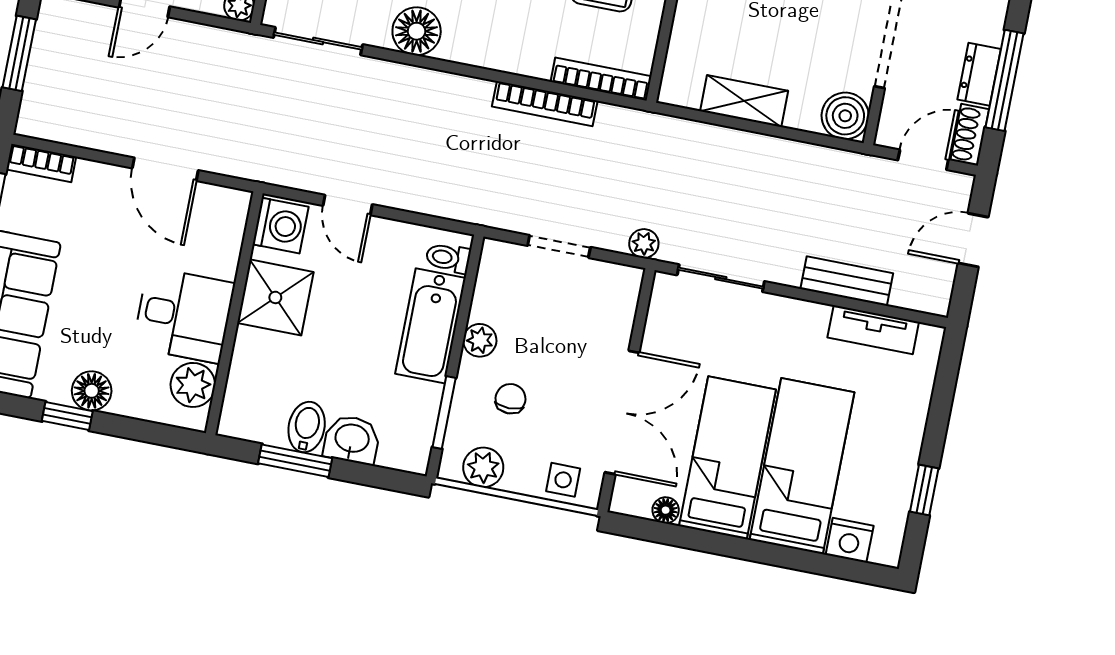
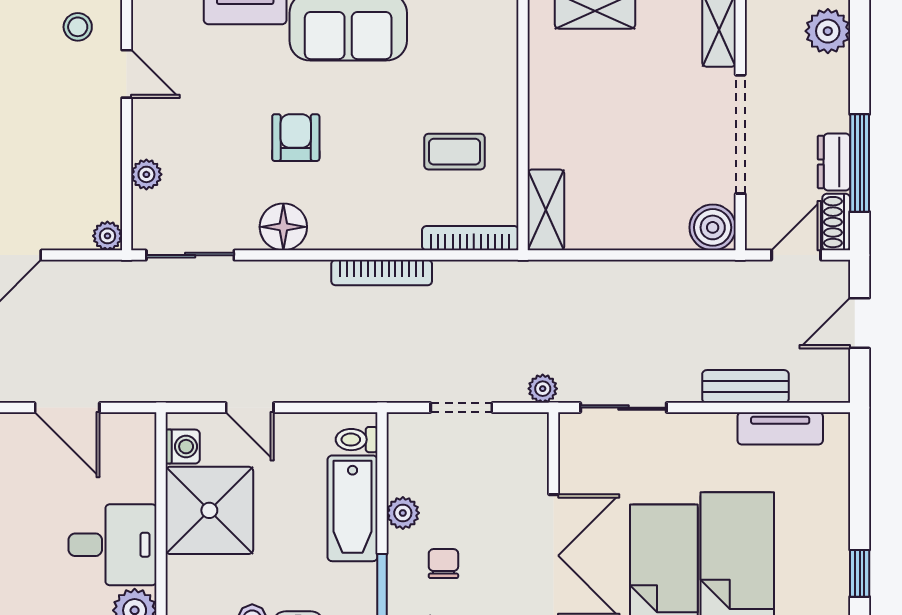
shelving: (744, 101) -> (546, 210), moved, turned 90
bookcase: (545, 104) -> (382, 273), moved
washing machine: (281, 226) -> (183, 447), width x0.73, depth x0.73
shower: (275, 297) -> (209, 510), width x1.37, depth x1.37

